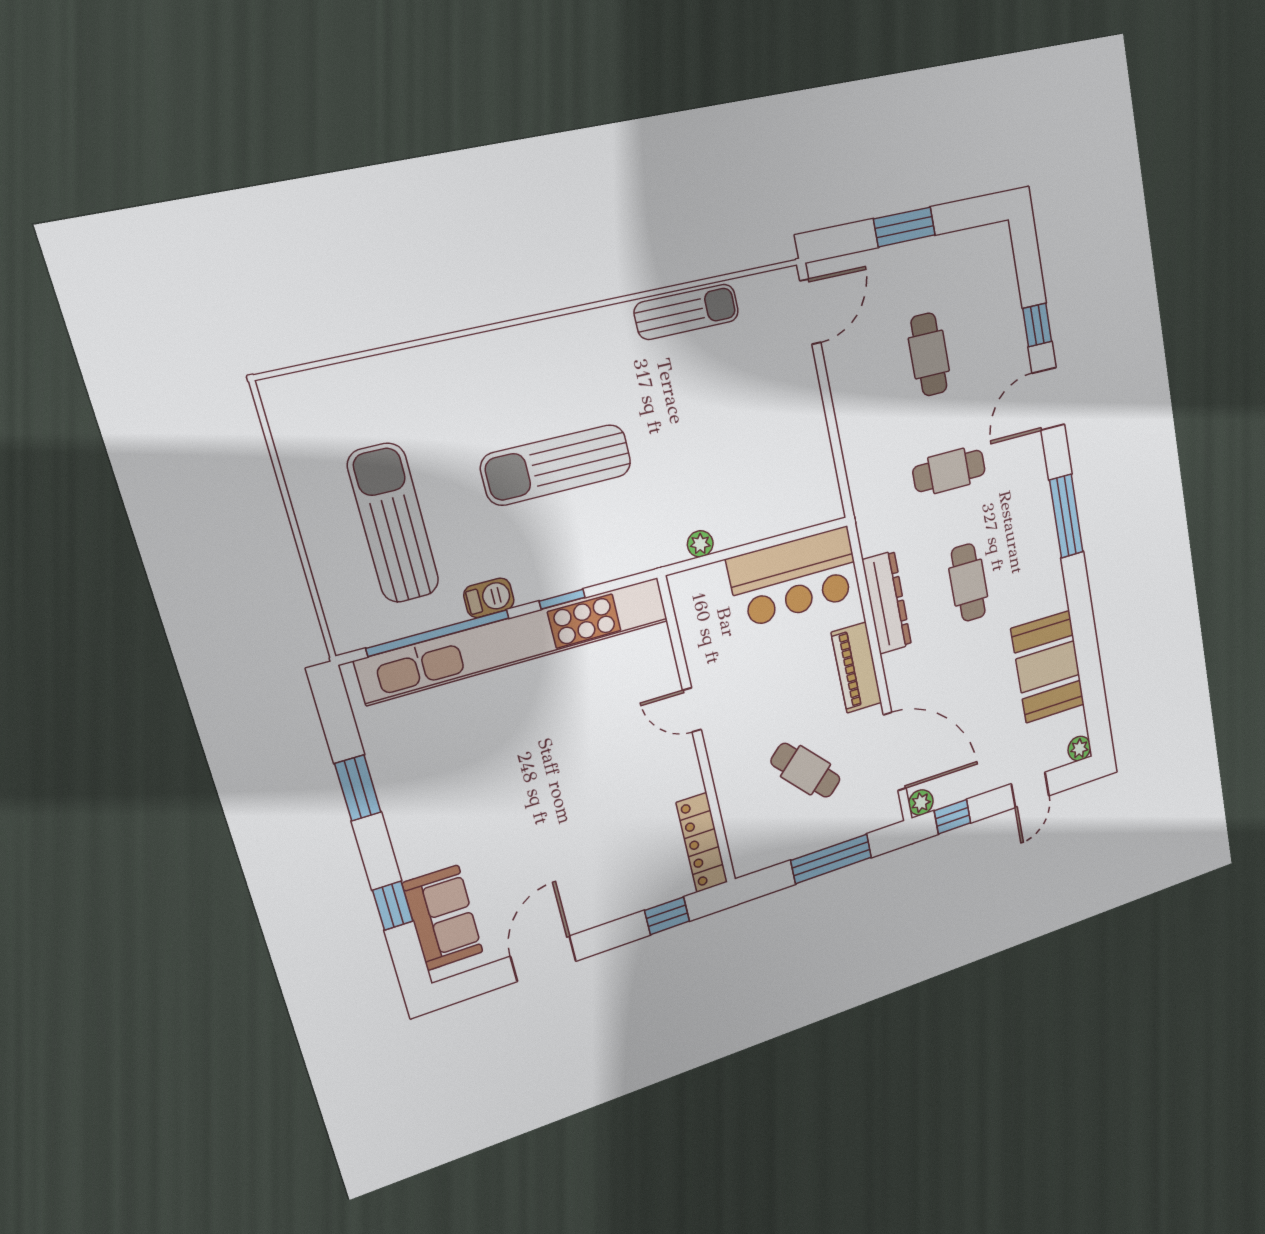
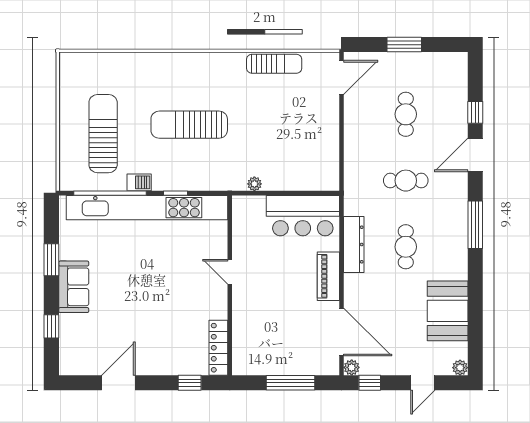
cafe table: (806, 770) -> (286, 326), removed
sofa: (443, 918) -> (74, 287), moved

